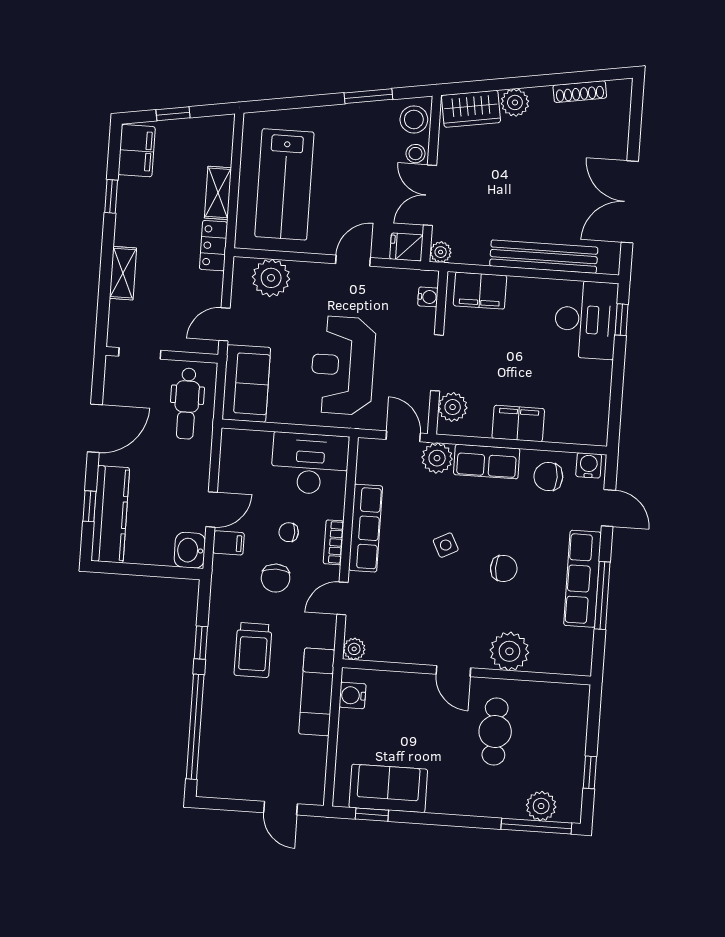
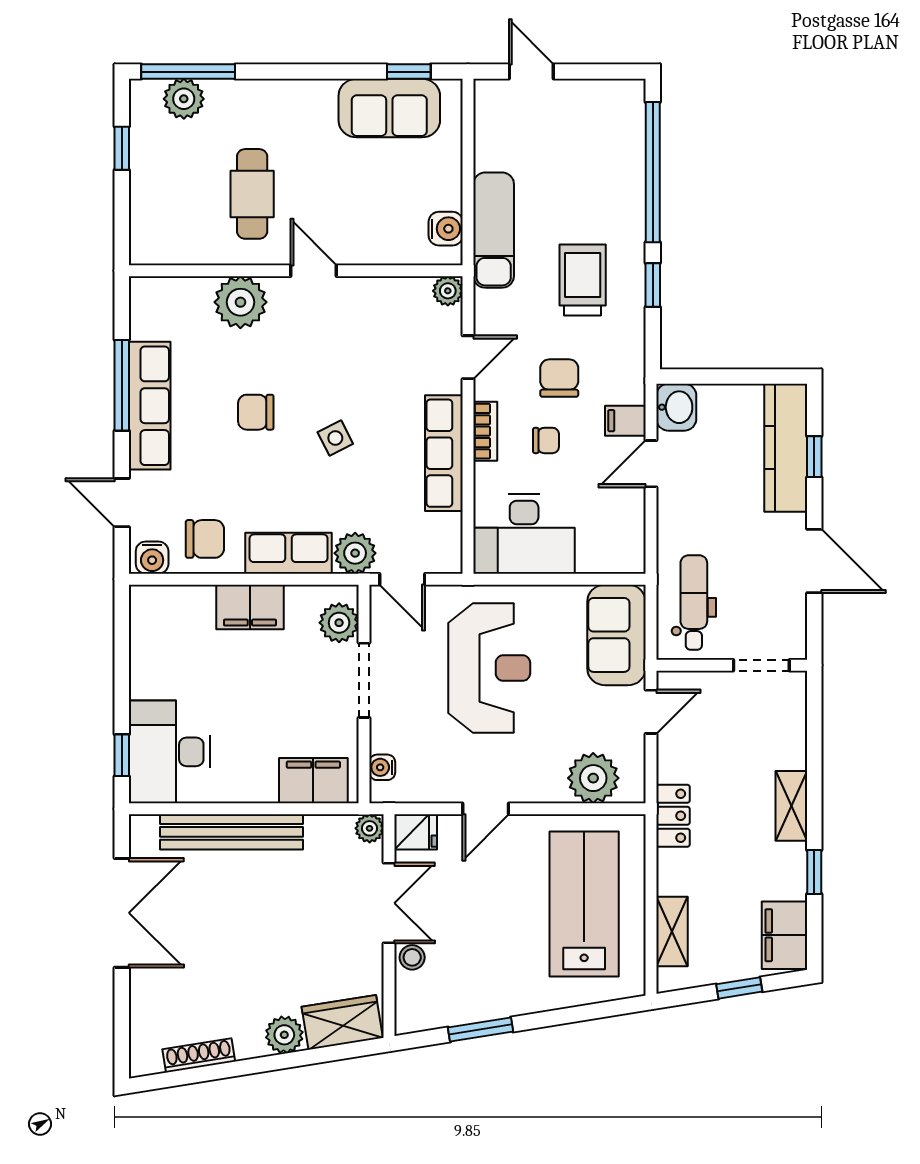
stool: (414, 119) -> (418, 1003), removed
shelving: (218, 193) -> (672, 932), moved
shelving: (123, 273) -> (791, 806), moved
door: (95, 428) -> (814, 561), swing flipped

